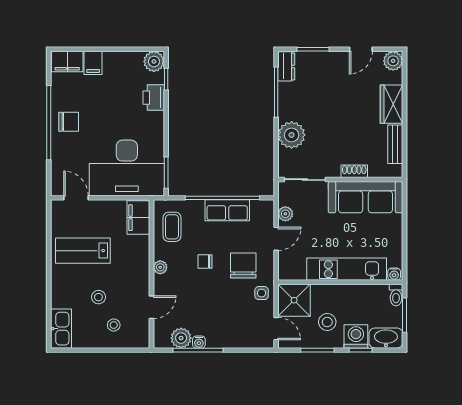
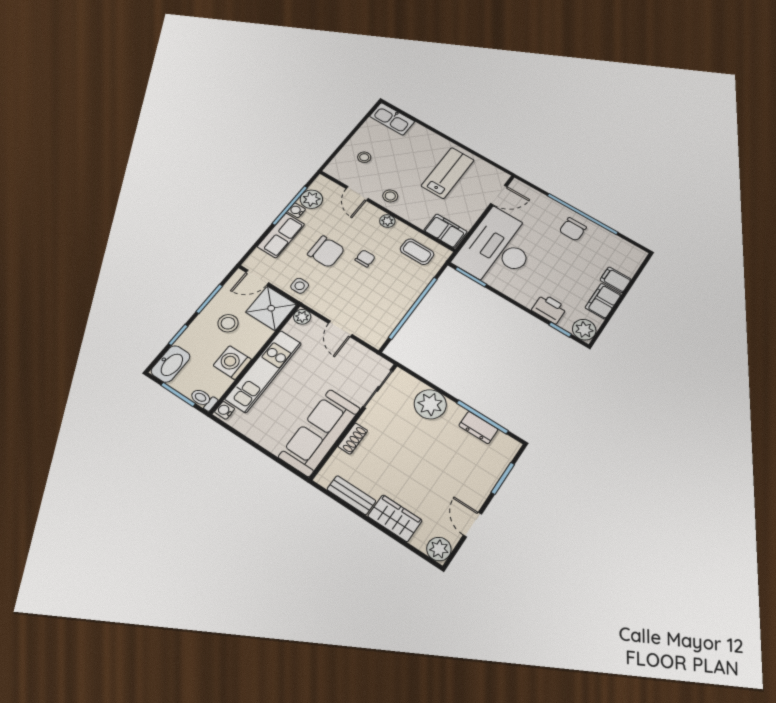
filing cabinet: (67, 61) -> (603, 301), moved
dresser: (286, 66) -> (478, 428), moved
row of seats: (227, 210) -> (281, 235), moved, turned 180
plant: (285, 214) -> (302, 317), moved
chair: (243, 266) -> (326, 252), moved
stool: (98, 297) -> (390, 196), moved
washing machine: (356, 336) -> (232, 363), moved, turned 180

